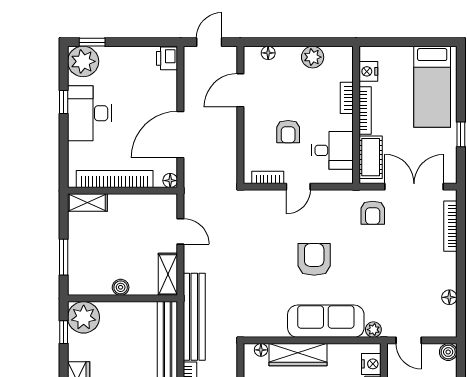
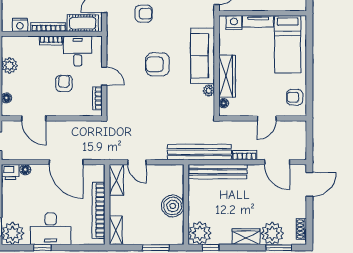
bookcase: (347, 98) -> (51, 41), moved
armchair: (288, 132) -> (64, 83), turned -90
floor lamp: (170, 181) -> (25, 170), moved
armchair: (373, 213) -> (144, 14), moved
door: (180, 231) -> (137, 162), swing flipped
shelving: (168, 274) -> (116, 180), moved, turned 90
boiler: (121, 287) -> (173, 206), width x1.86, depth x1.86
plant: (373, 330) -> (209, 91), moved

